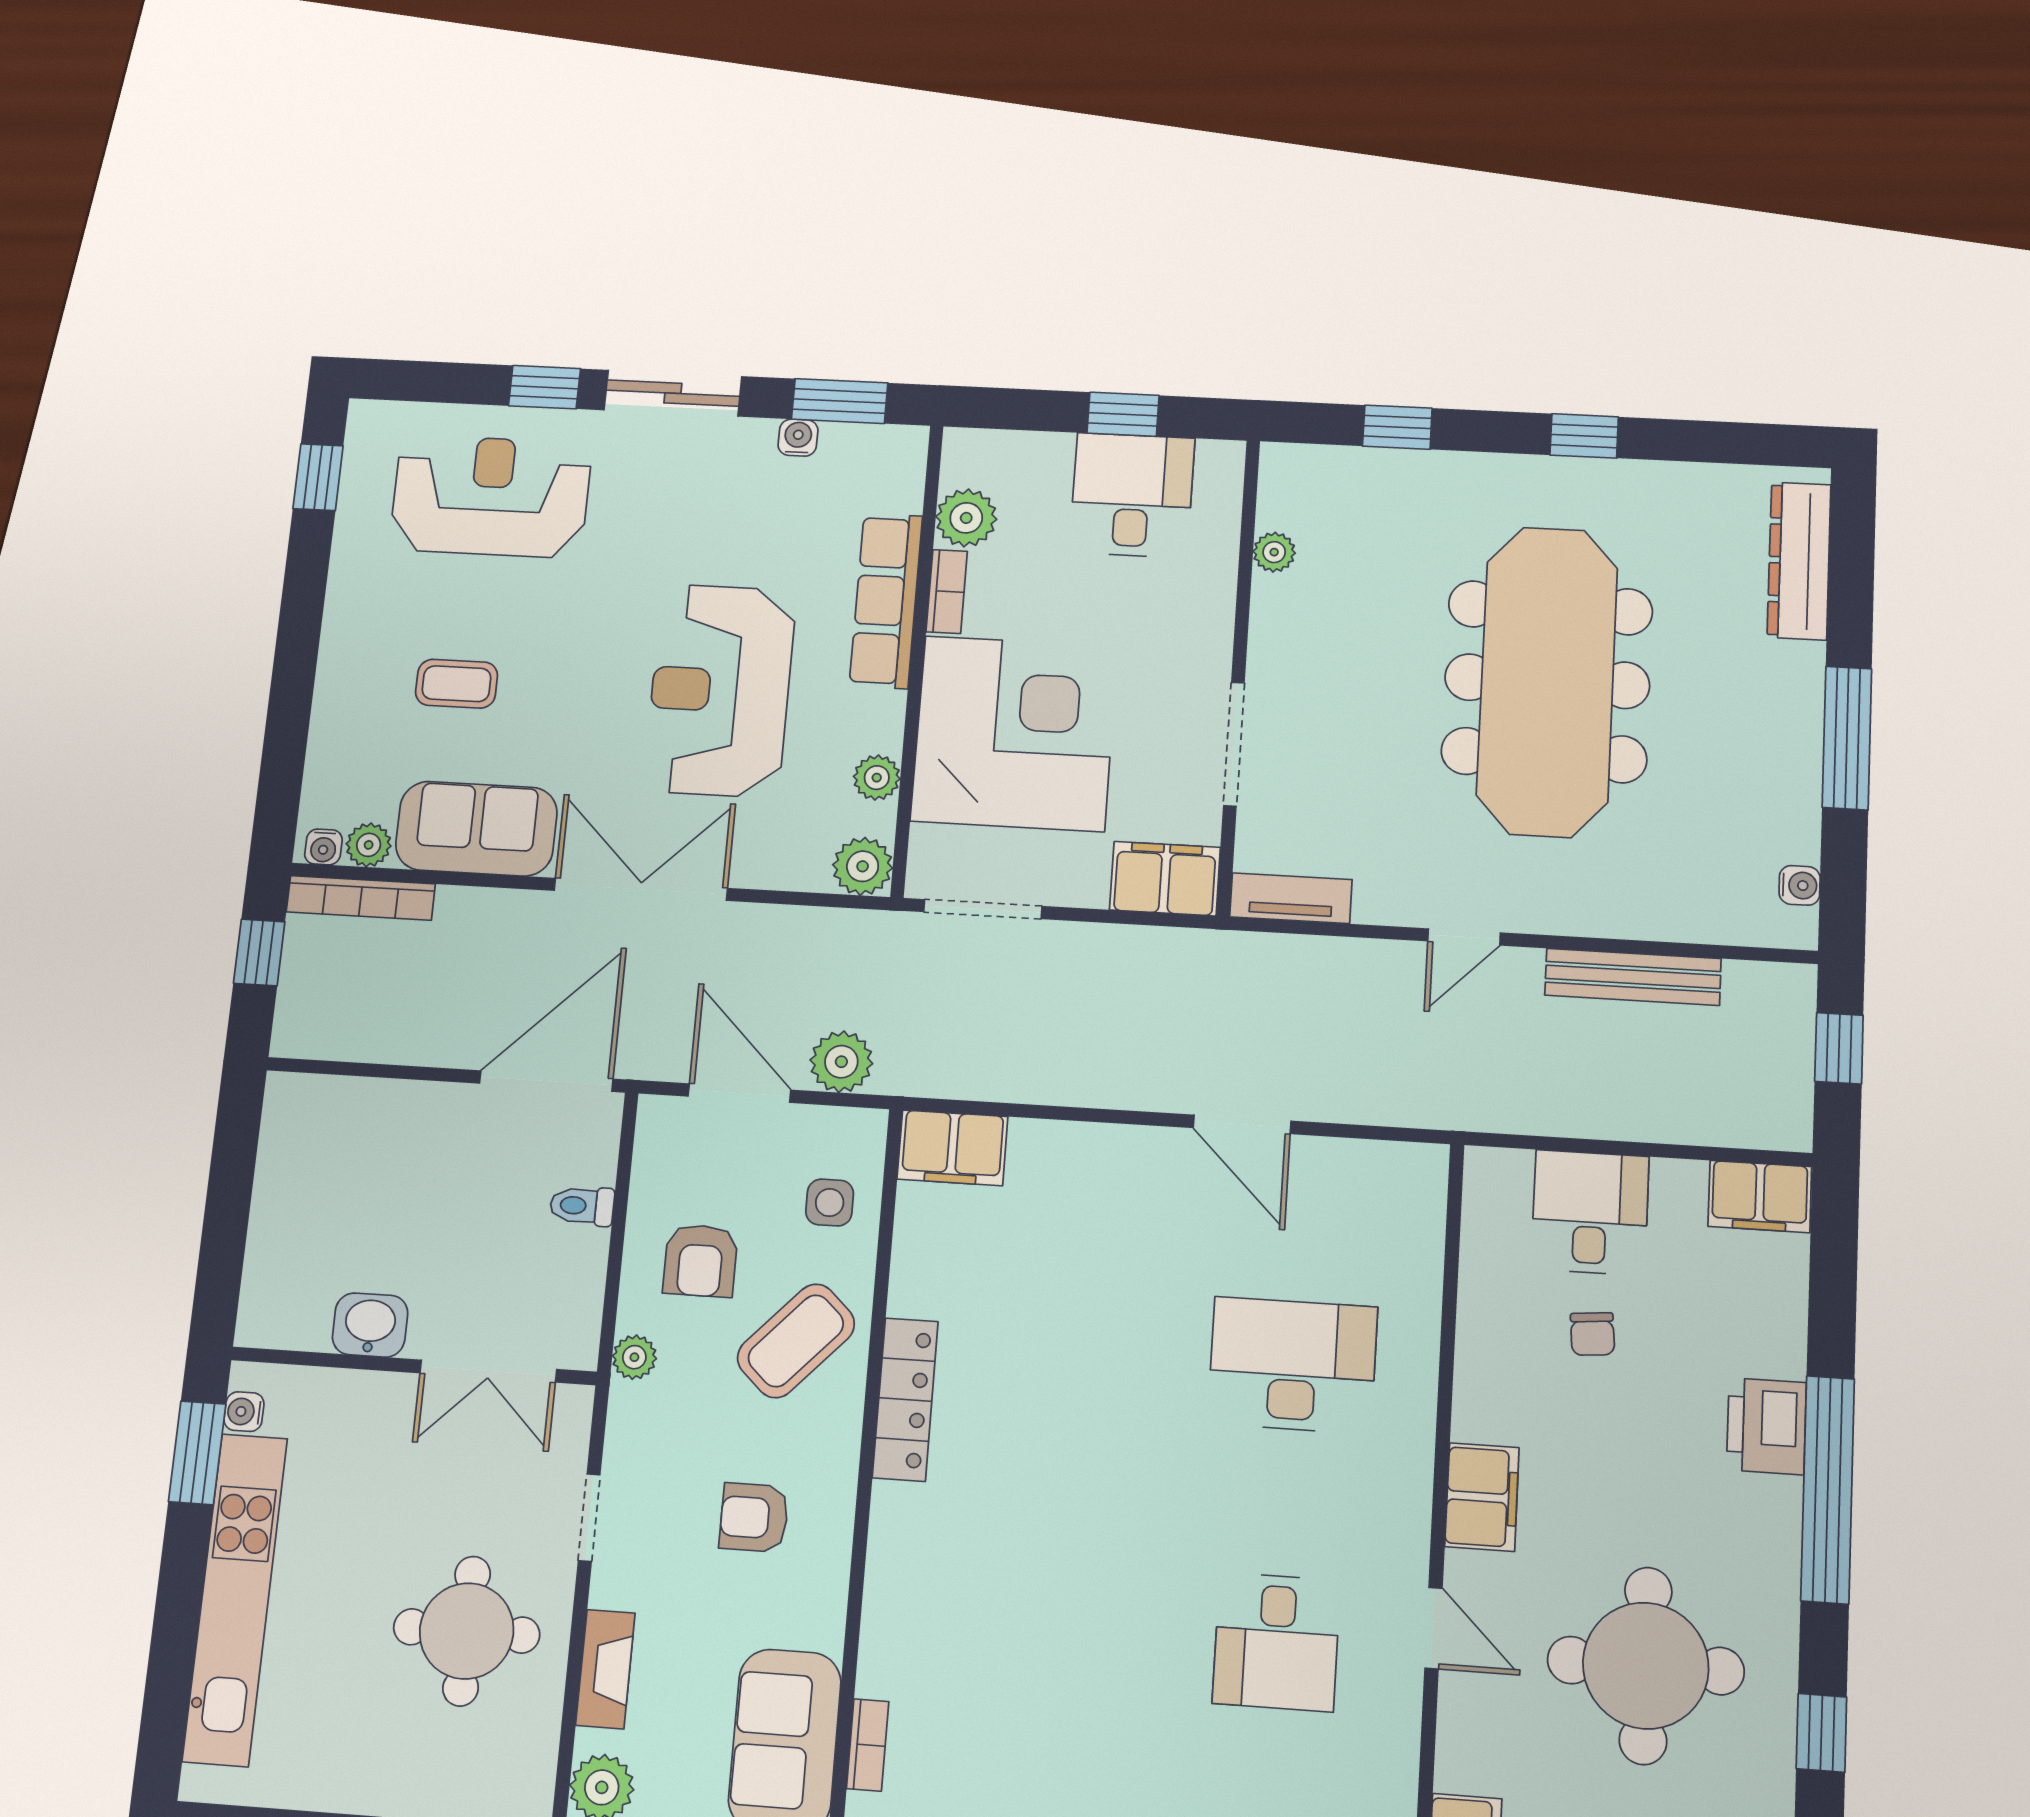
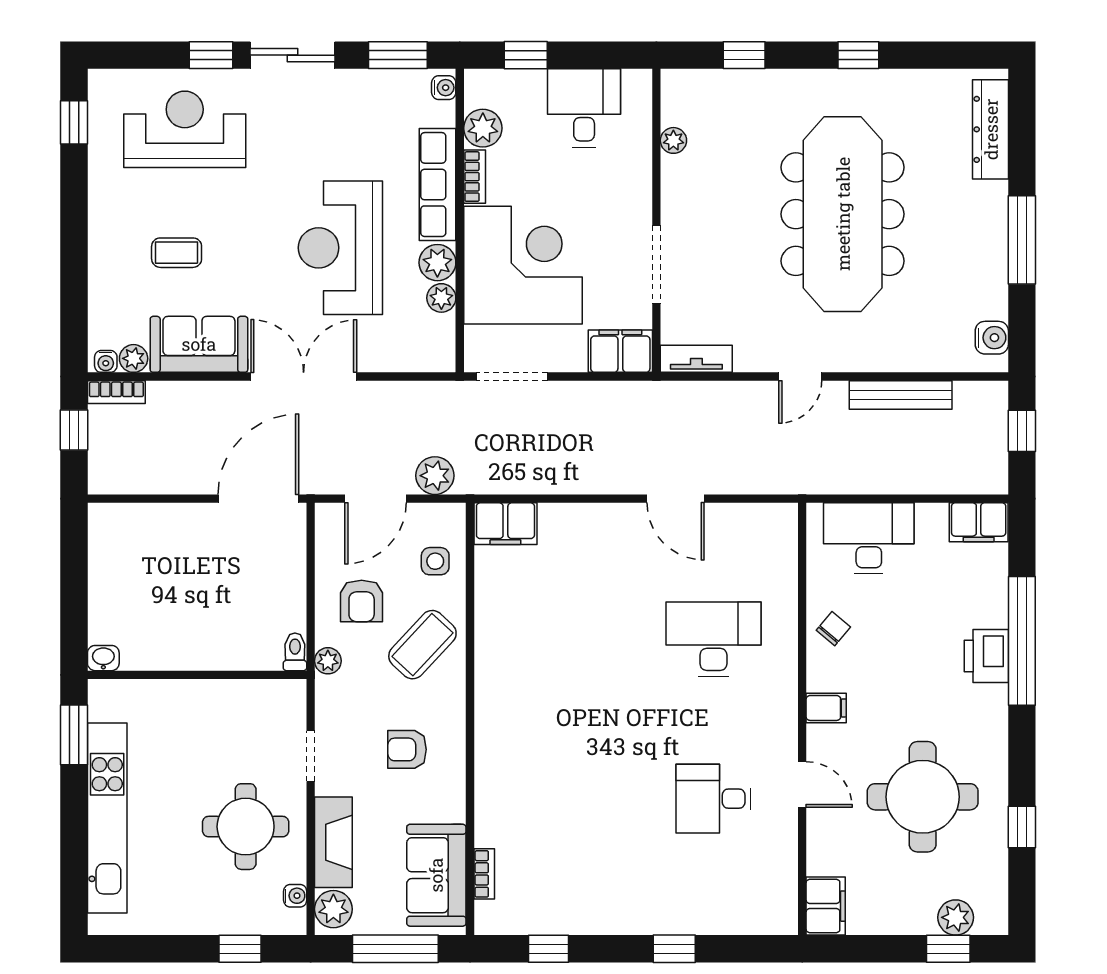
window: (1123, 414) -> (526, 55), moved
water cooler: (798, 438) -> (444, 88), moved, turned 90
plant: (863, 866) -> (437, 263), moved
water cooler: (1800, 885) -> (992, 338), width x1.38, depth x1.38
bookcase: (361, 898) -> (116, 392), width x0.64
door: (739, 1093) -> (375, 499), swing flipped
toilet: (582, 1206) -> (295, 652), moved, turned 90
desk: (1590, 1213) -> (869, 538), width x1.37
washbasin: (370, 1325) -> (103, 658), moved, width x0.72, depth x0.69
chair: (1592, 1334) -> (833, 629), moved, turned -135
double door: (488, 1371) -> (242, 675), removed
locker: (905, 1399) -> (490, 675), removed
water cooler: (244, 1412) -> (295, 896), moved, turned 180
window: (1828, 1489) -> (1022, 641), moved
filing cabinet: (1482, 1497) -> (826, 708), width x0.50
desk: (1276, 1642) -> (713, 799), turned 90
fireplace: (605, 1669) -> (333, 842), width x1.37, depth x1.32

